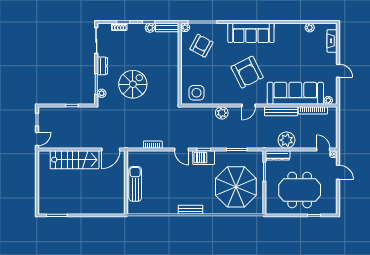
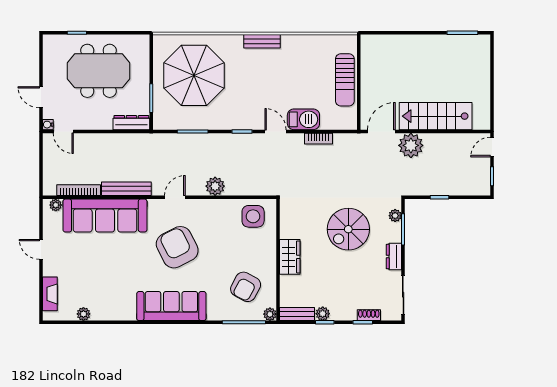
wardrobe: (172, 66) -> (290, 257), added
plant: (287, 140) -> (411, 145), moved
barbecue: (204, 158) -> (303, 119), moved

